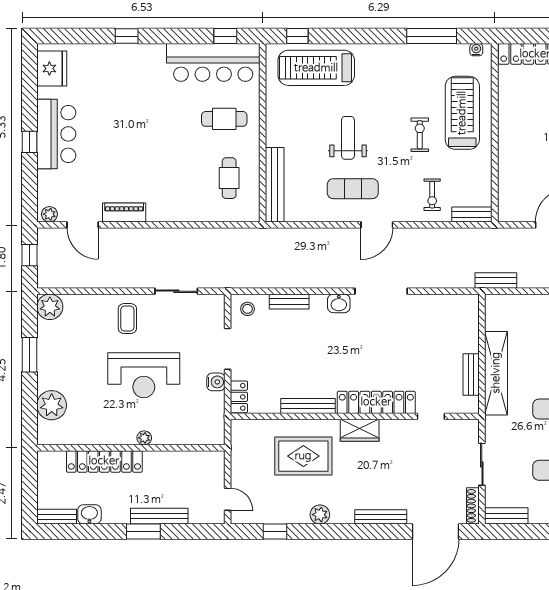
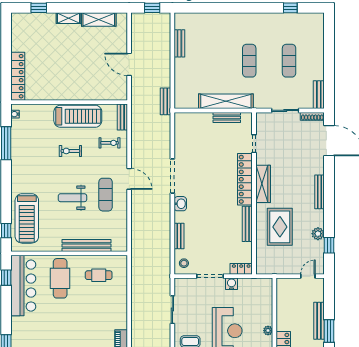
treadmill: (462, 113) -> (78, 116), moved, turned 180
cafe table: (224, 119) -> (60, 278), width x1.37, depth x1.35
bench: (275, 185) -> (86, 245), moved
wardrobe: (360, 430) -> (263, 184), width x1.50
plant: (320, 515) -> (318, 234), moved
bench: (381, 517) -> (319, 192), moved

